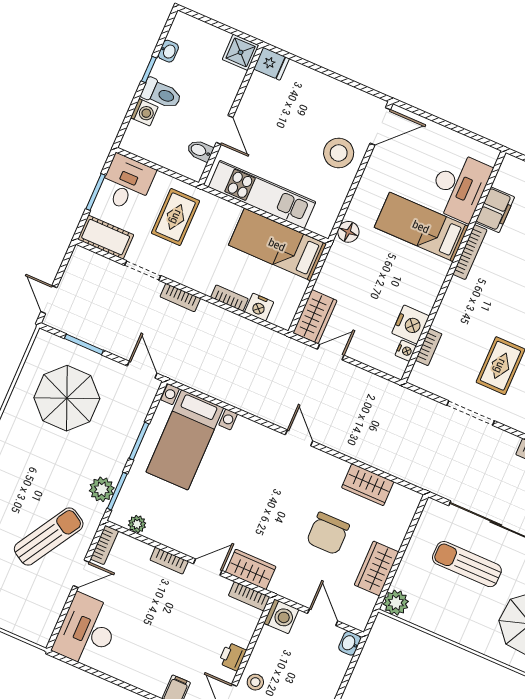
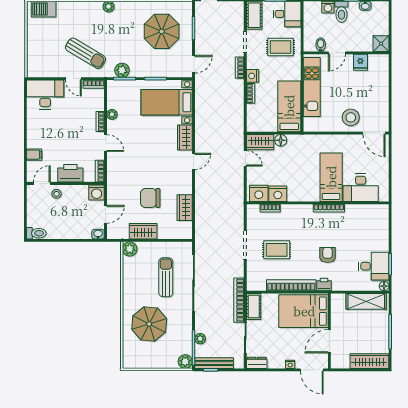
fridge: (271, 64) -> (360, 62), moved
filing cabinet: (495, 210) -> (357, 212), removed
floor lamp: (348, 232) -> (281, 140), moved
nightstand: (259, 307) -> (253, 76), moved
nightstand: (406, 351) -> (259, 193), width x1.89, depth x1.79
plant: (137, 524) -> (112, 114), moved
wardrobe: (251, 569) -> (185, 137), moved, turned 180
printer: (232, 657) -> (70, 173), width x1.87, depth x1.48

